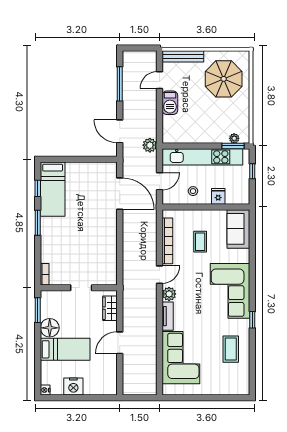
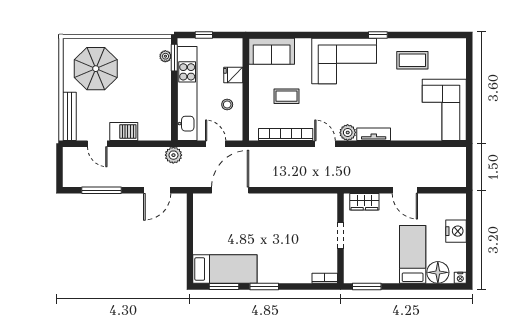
window: (38, 188) -> (224, 286), width x1.50
floor lamp: (50, 328) -> (438, 272), moved
corner sofa: (181, 358) -> (444, 110), moved, turned -90
nightstand: (73, 386) -> (456, 231), moved

